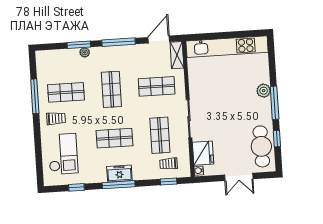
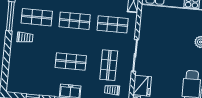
shop shelf: (111, 89) -> (75, 21), turned 90
checkout: (63, 154) -> (26, 68), removed

